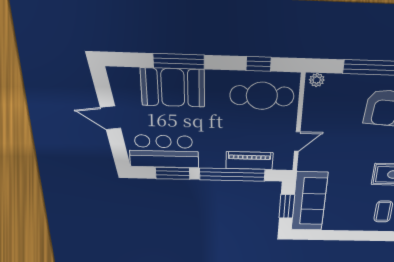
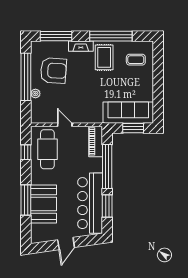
plant: (317, 80) -> (35, 93), moved
door: (297, 142) -> (65, 125), moved
bar counter: (164, 151) -> (90, 203), width x1.36
piano: (249, 161) -> (96, 141), moved

